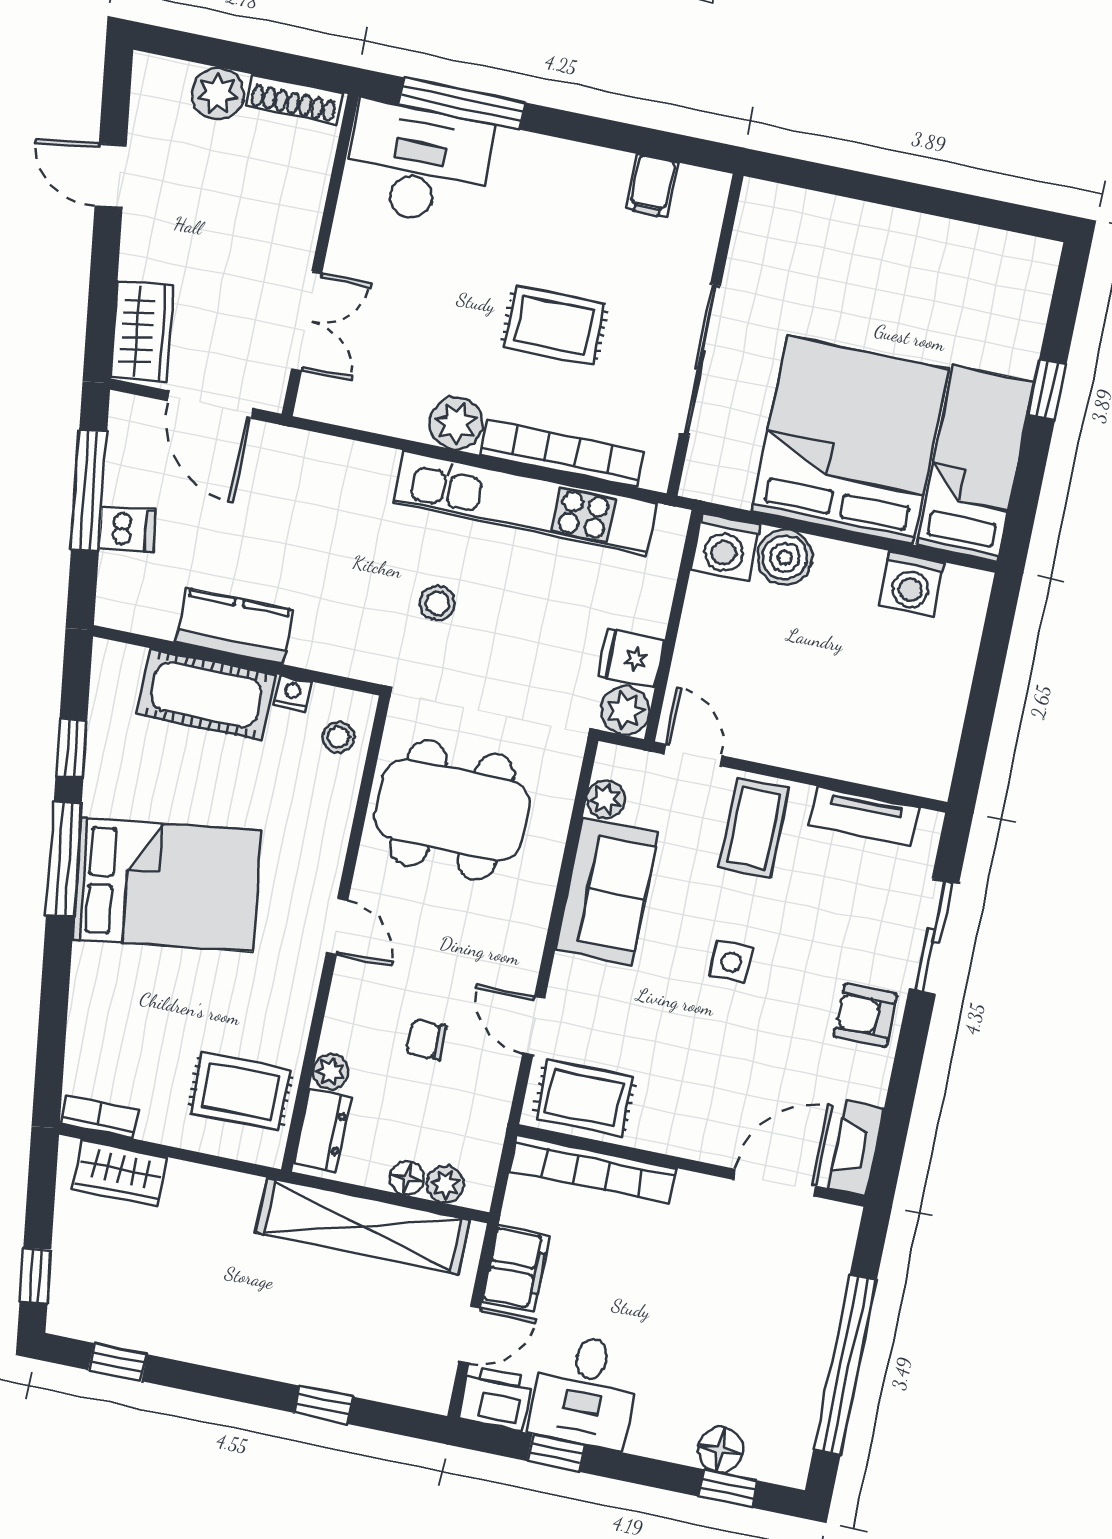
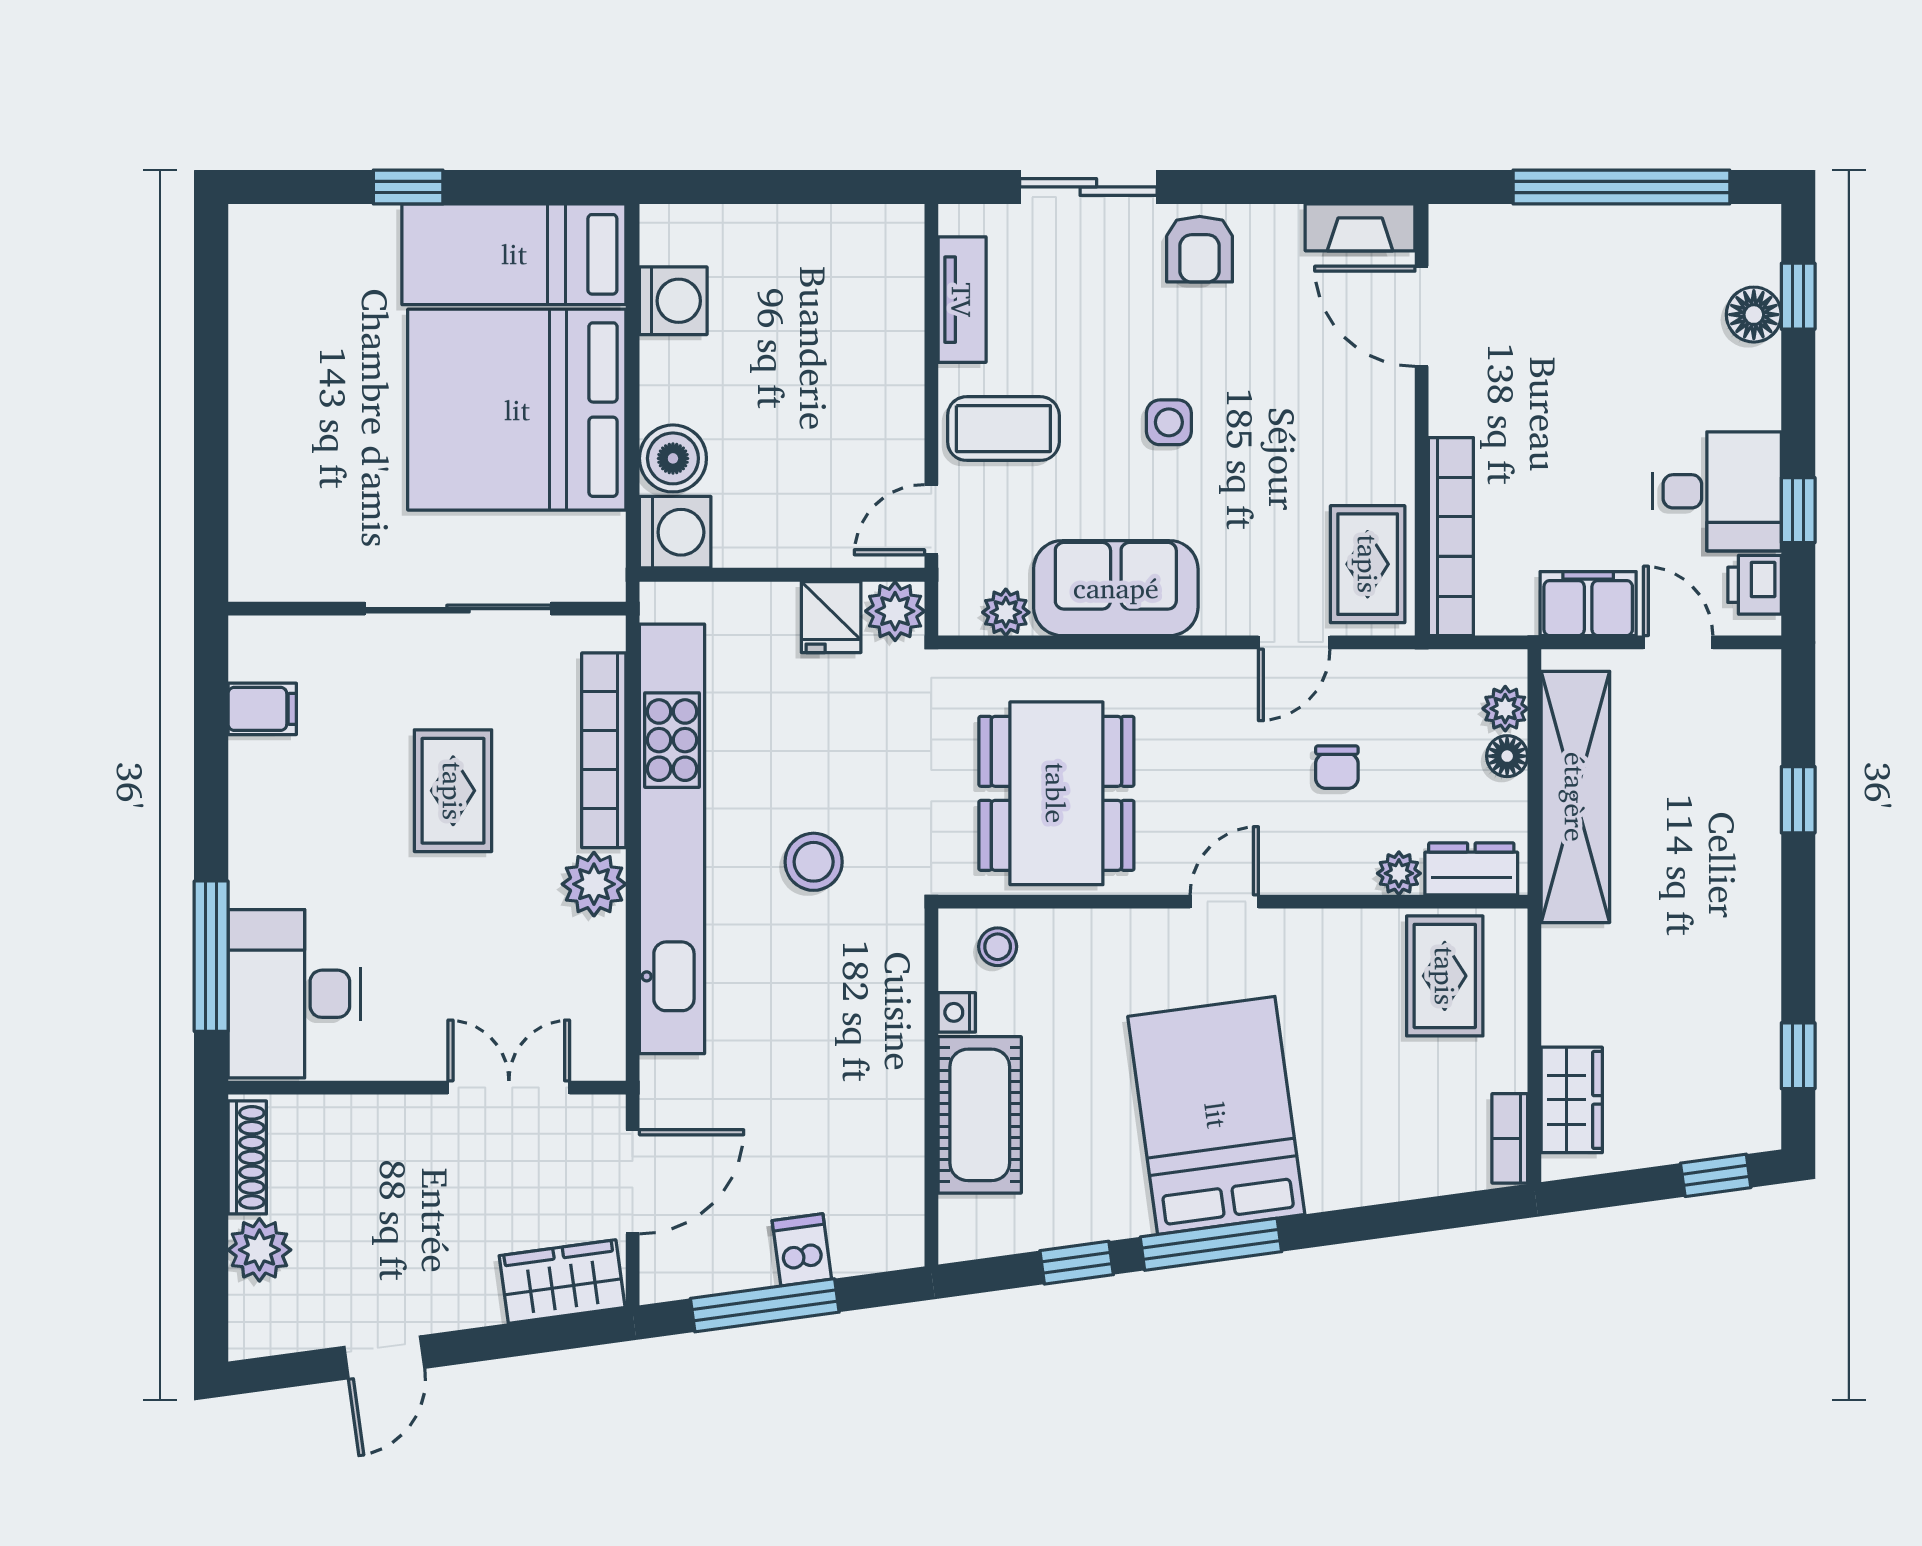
kitchen unit: (525, 503) -> (672, 839), width x1.36
stool: (437, 603) -> (814, 862), width x1.37, depth x1.37
kitchen counter: (235, 626) -> (891, 1098), removed
printer: (496, 1398) -> (1755, 585), width x0.73, depth x0.81

